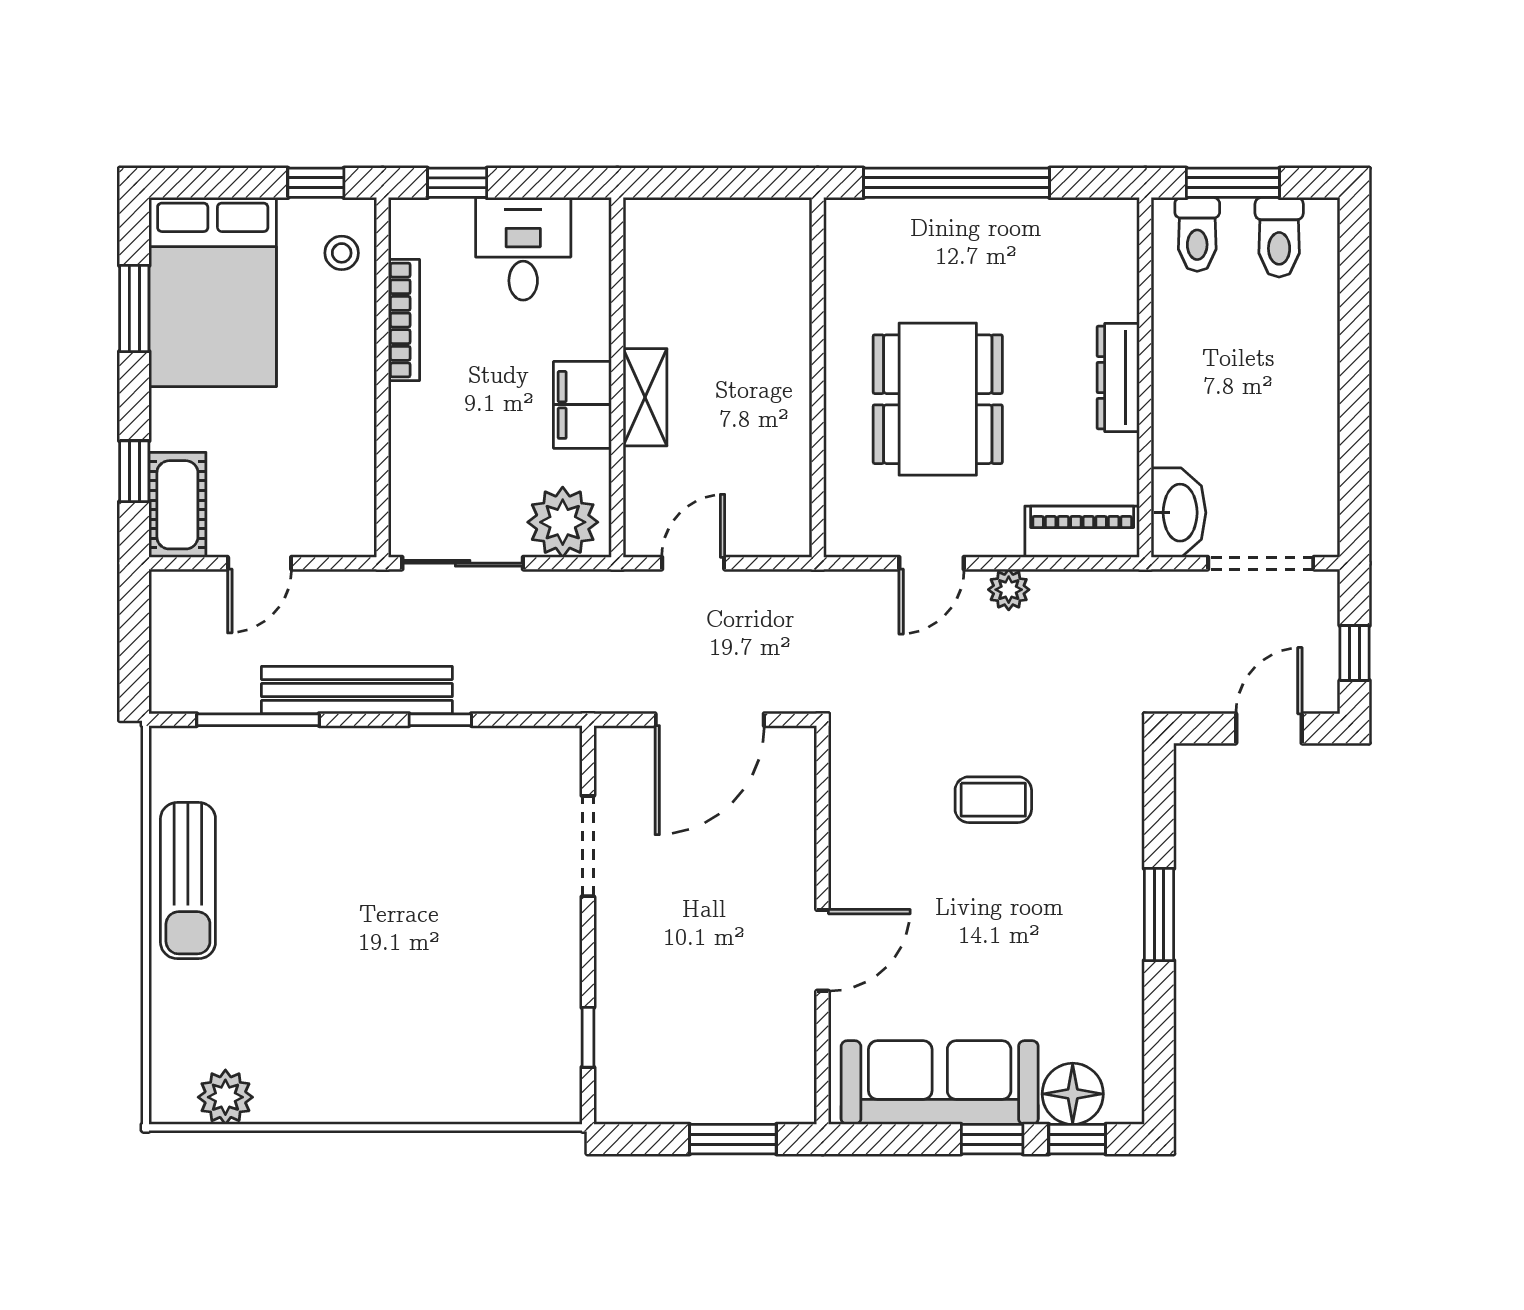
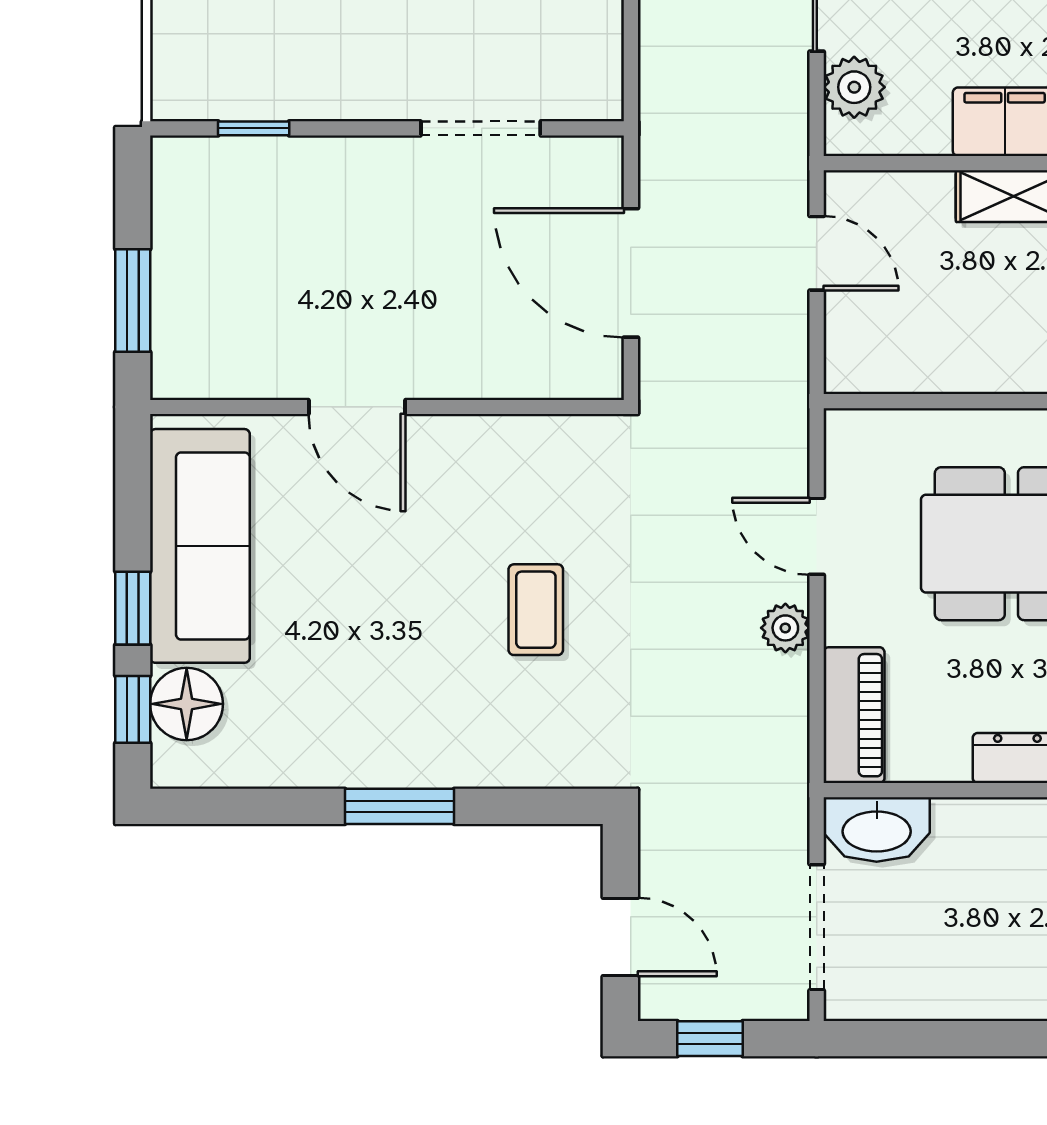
plant: (563, 522) -> (854, 87), width x0.73, depth x0.73

